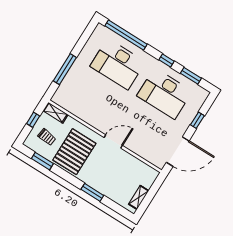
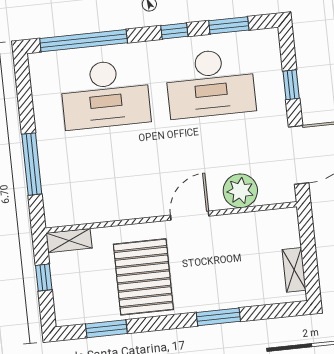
trolley: (47, 137) -> (85, 287), removed
plant: (142, 148) -> (240, 191), added

